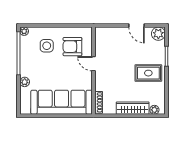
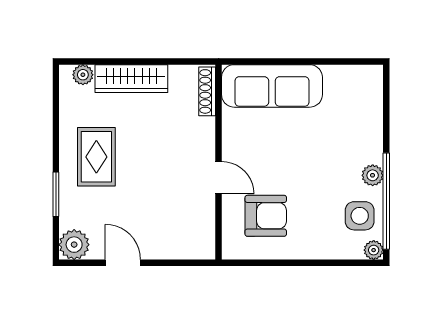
side table: (47, 46) -> (360, 216), moved
rug: (148, 73) -> (96, 157), turned 90
plant: (25, 82) -> (373, 175), moved
sofa: (62, 102) -> (272, 86), width x0.74, depth x0.79

